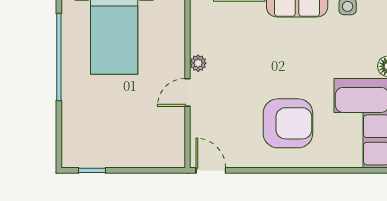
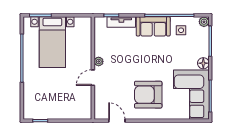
armchair: (288, 123) -> (148, 95), turned 180
door: (211, 170) -> (117, 121), moved

